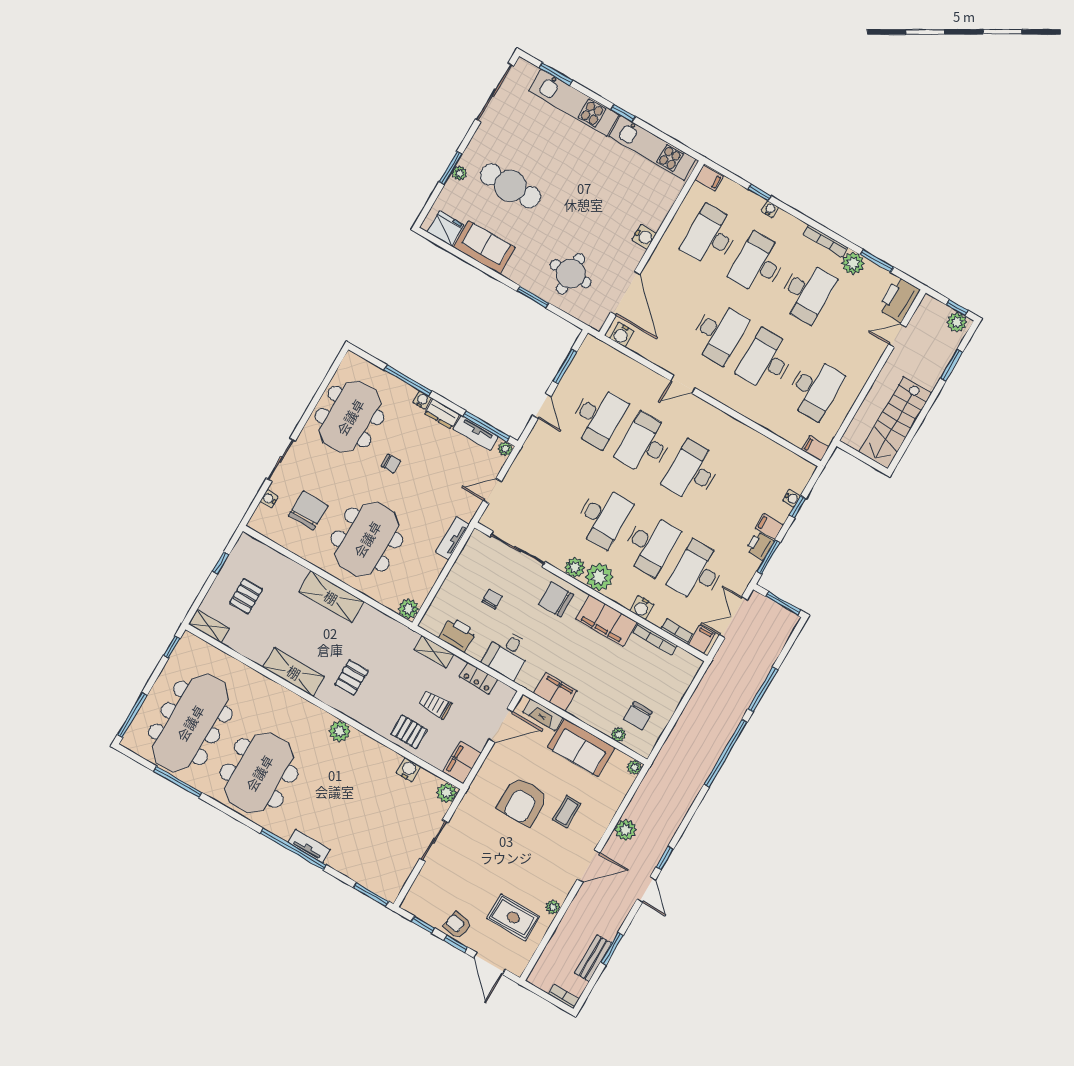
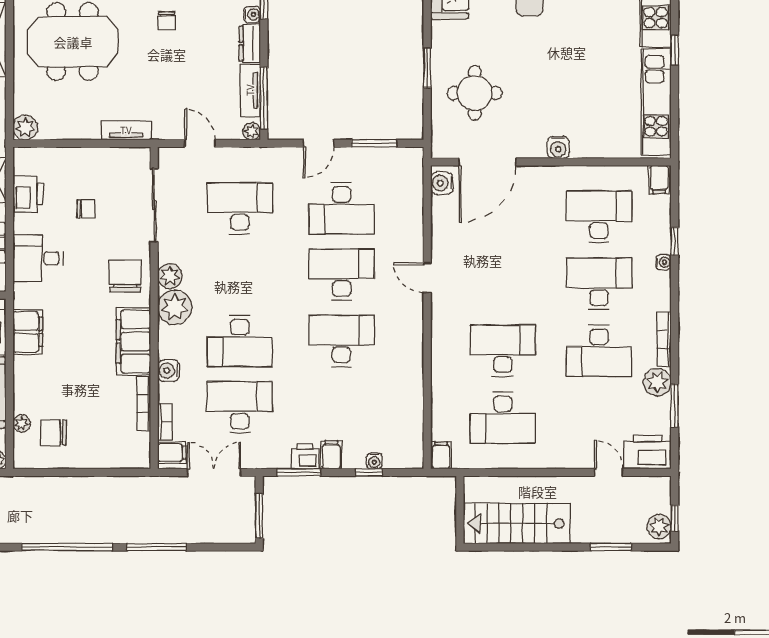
desk: (719, 333) -> (503, 284), removed
desk: (603, 517) -> (240, 208), moved, turned 180

